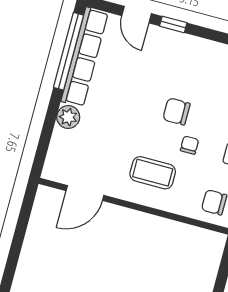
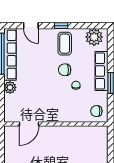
window: (173, 24) -> (61, 26), moved
coffee table: (153, 173) -> (65, 44), moved, turned 90

